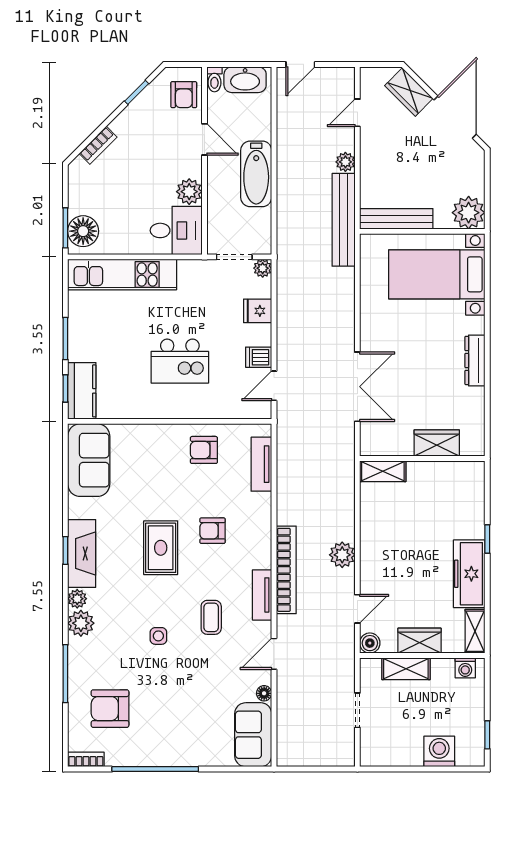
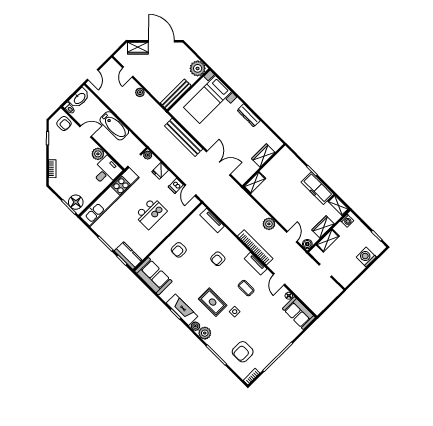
bench: (344, 220) -> (184, 137), moved
kitchen unit: (122, 274) -> (110, 197), width x1.36
armchair: (204, 450) -> (179, 250), moved
rug: (161, 548) -> (213, 302), moved

